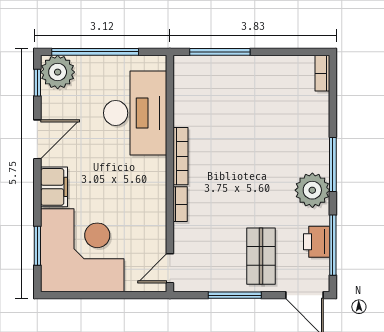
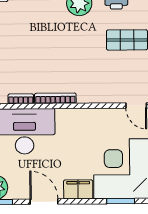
bookcase: (180, 204) -> (21, 99), moved

